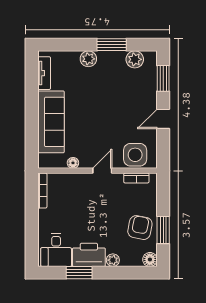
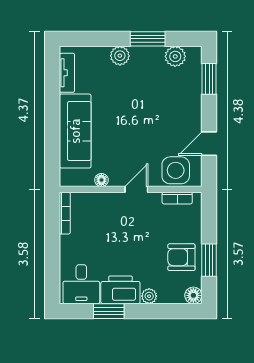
door: (163, 119) -> (209, 144), moved
armchair: (140, 228) -> (181, 257), turned -101

